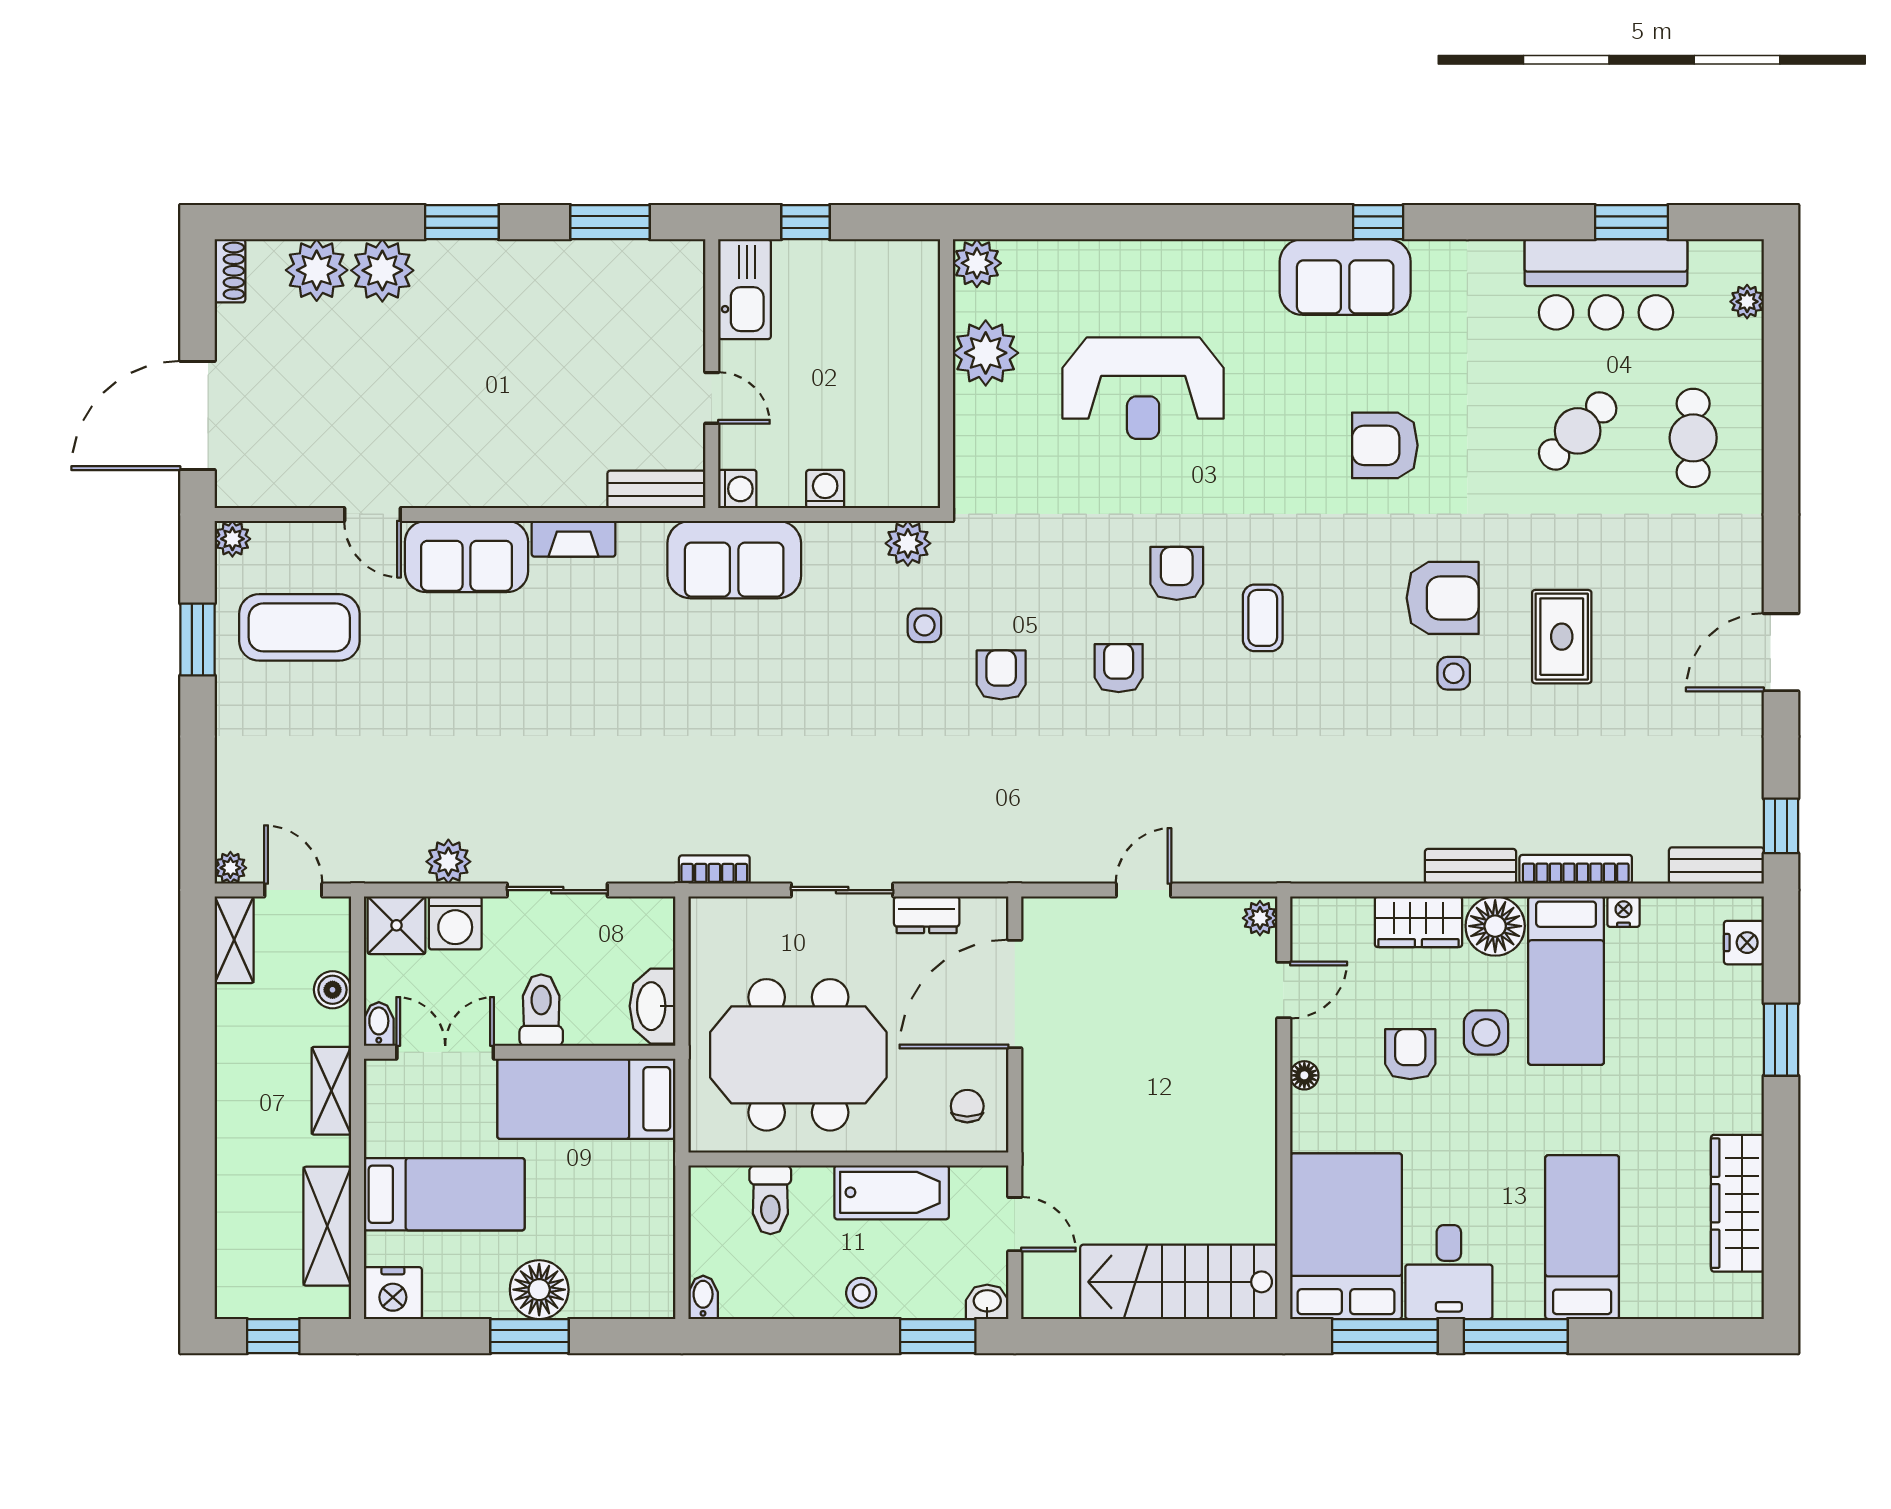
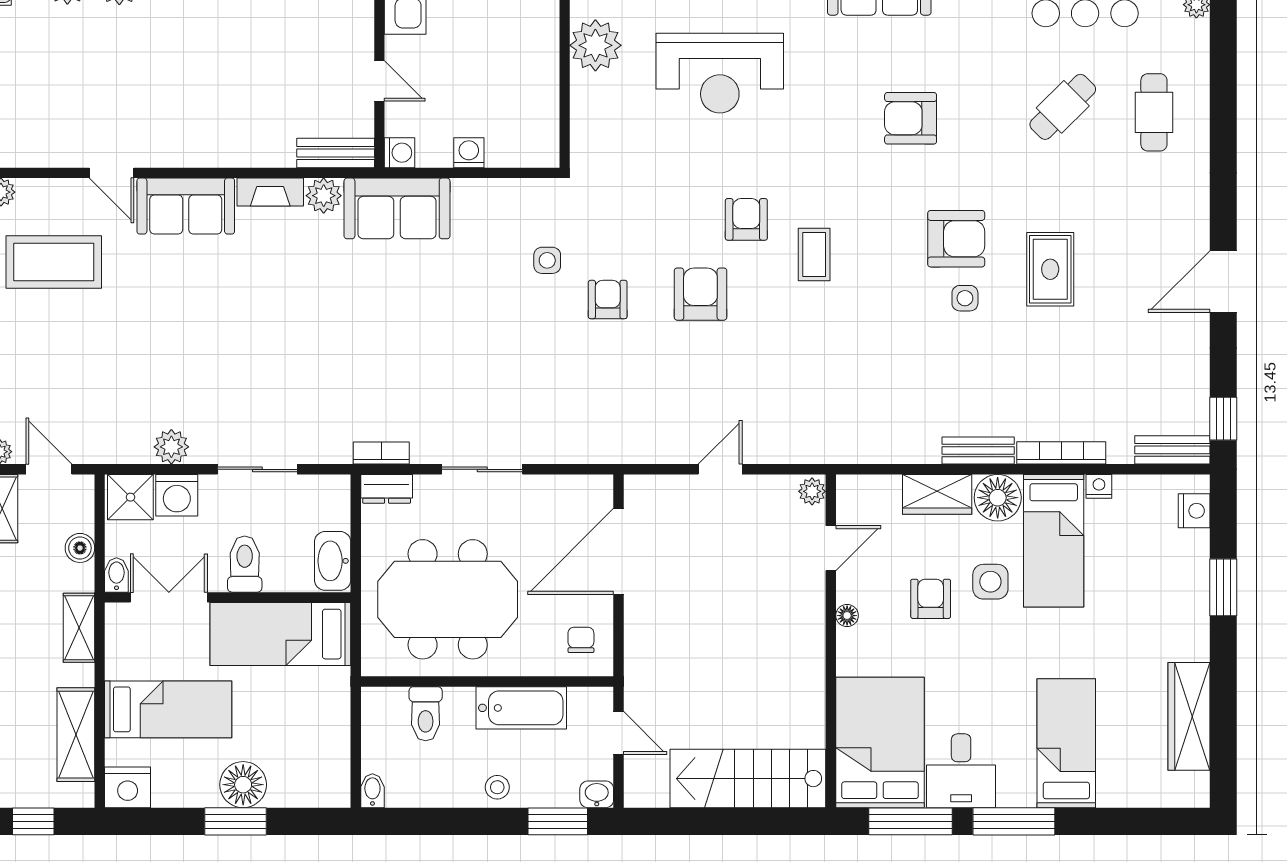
plant: (908, 543) -> (324, 196), moved
armchair: (1119, 668) -> (700, 294), width x1.38, depth x1.38
dresser: (927, 915) -> (387, 489), moved

